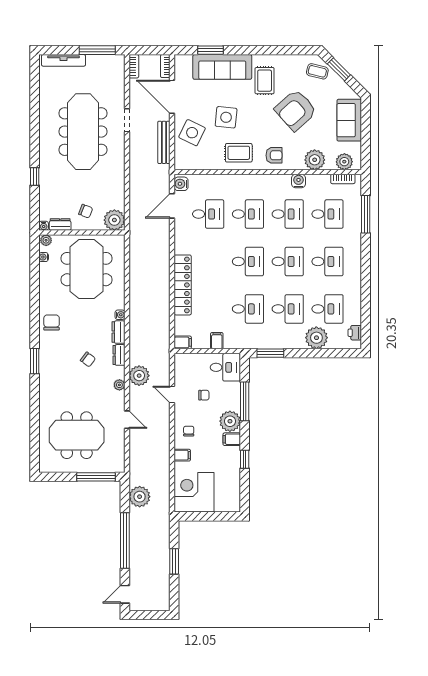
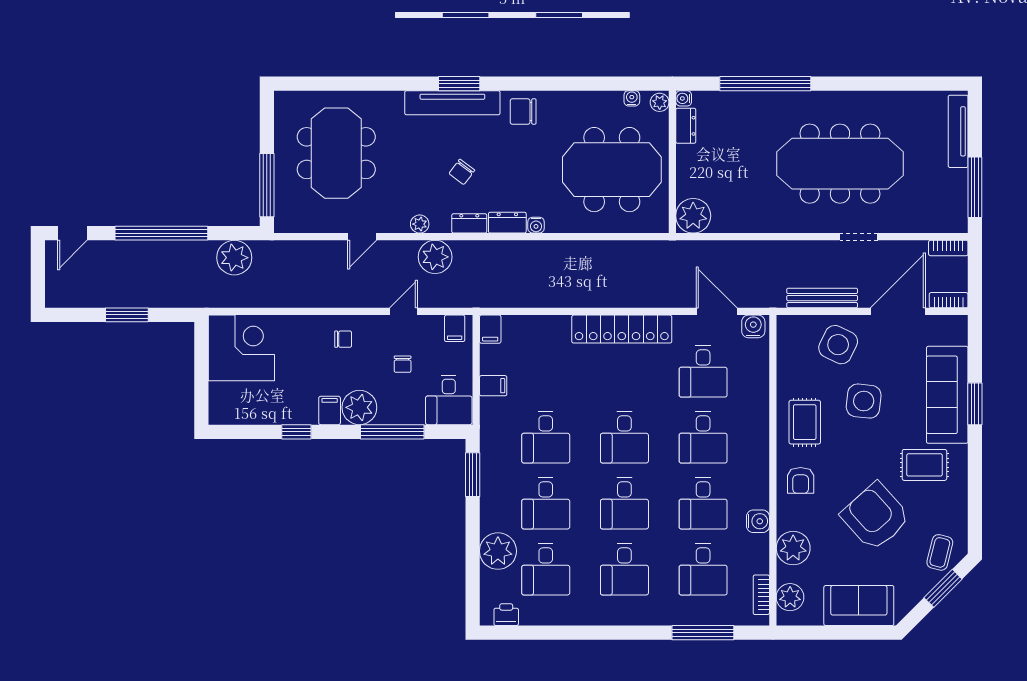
window: (211, 50) -> (975, 404), moved
window: (35, 177) -> (765, 84), width x3.17
chair: (86, 211) -> (708, 168), removed
locker: (183, 285) -> (622, 329), moved
chair: (52, 322) -> (523, 112), turned 180
tv unit: (46, 365) -> (452, 103), added
filing cabinet: (182, 455) -> (455, 328), moved
door: (125, 594) -> (72, 233), swing flipped

